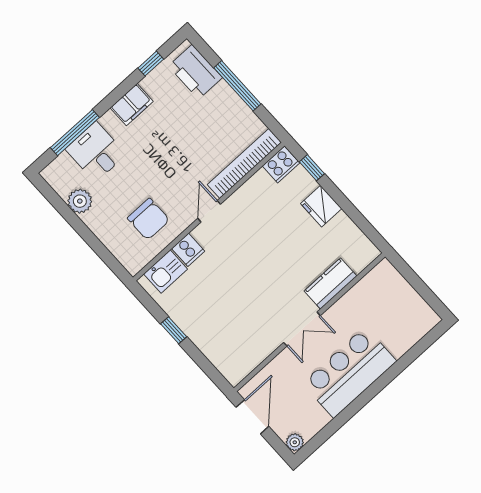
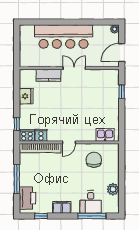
fridge: (321, 206) -> (26, 96), moved
cooker: (188, 250) -> (41, 135), moved
window: (174, 330) -> (122, 92), moved
bar counter: (349, 372) -> (64, 37), width x1.36

